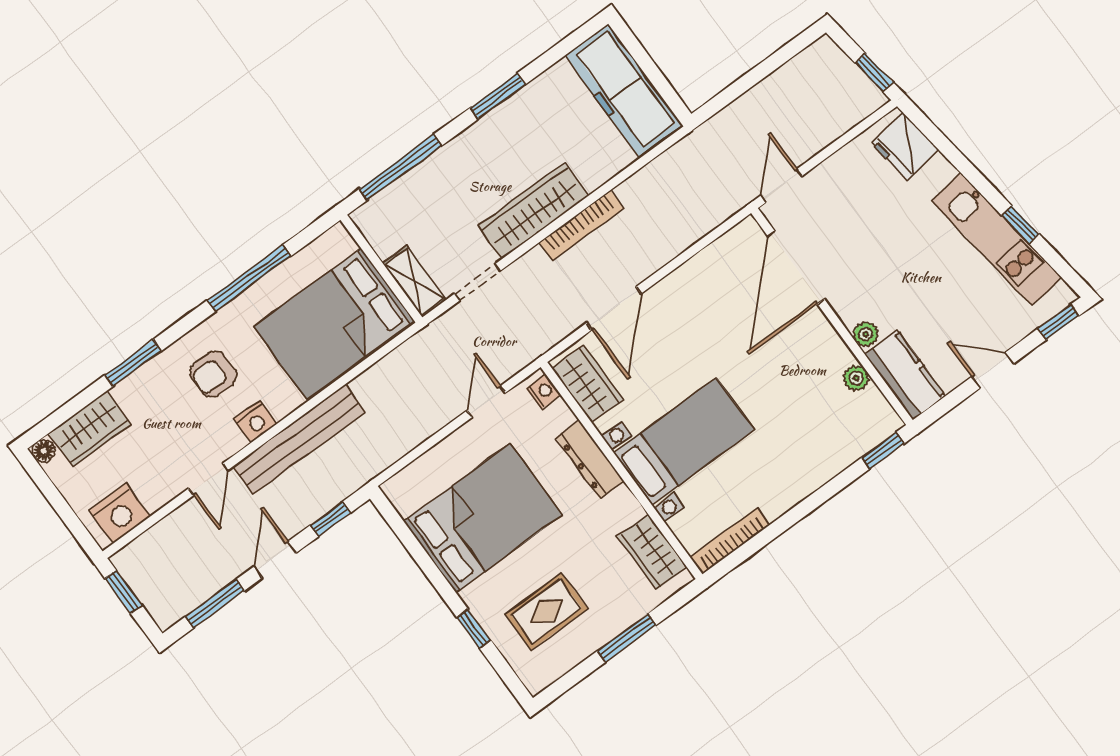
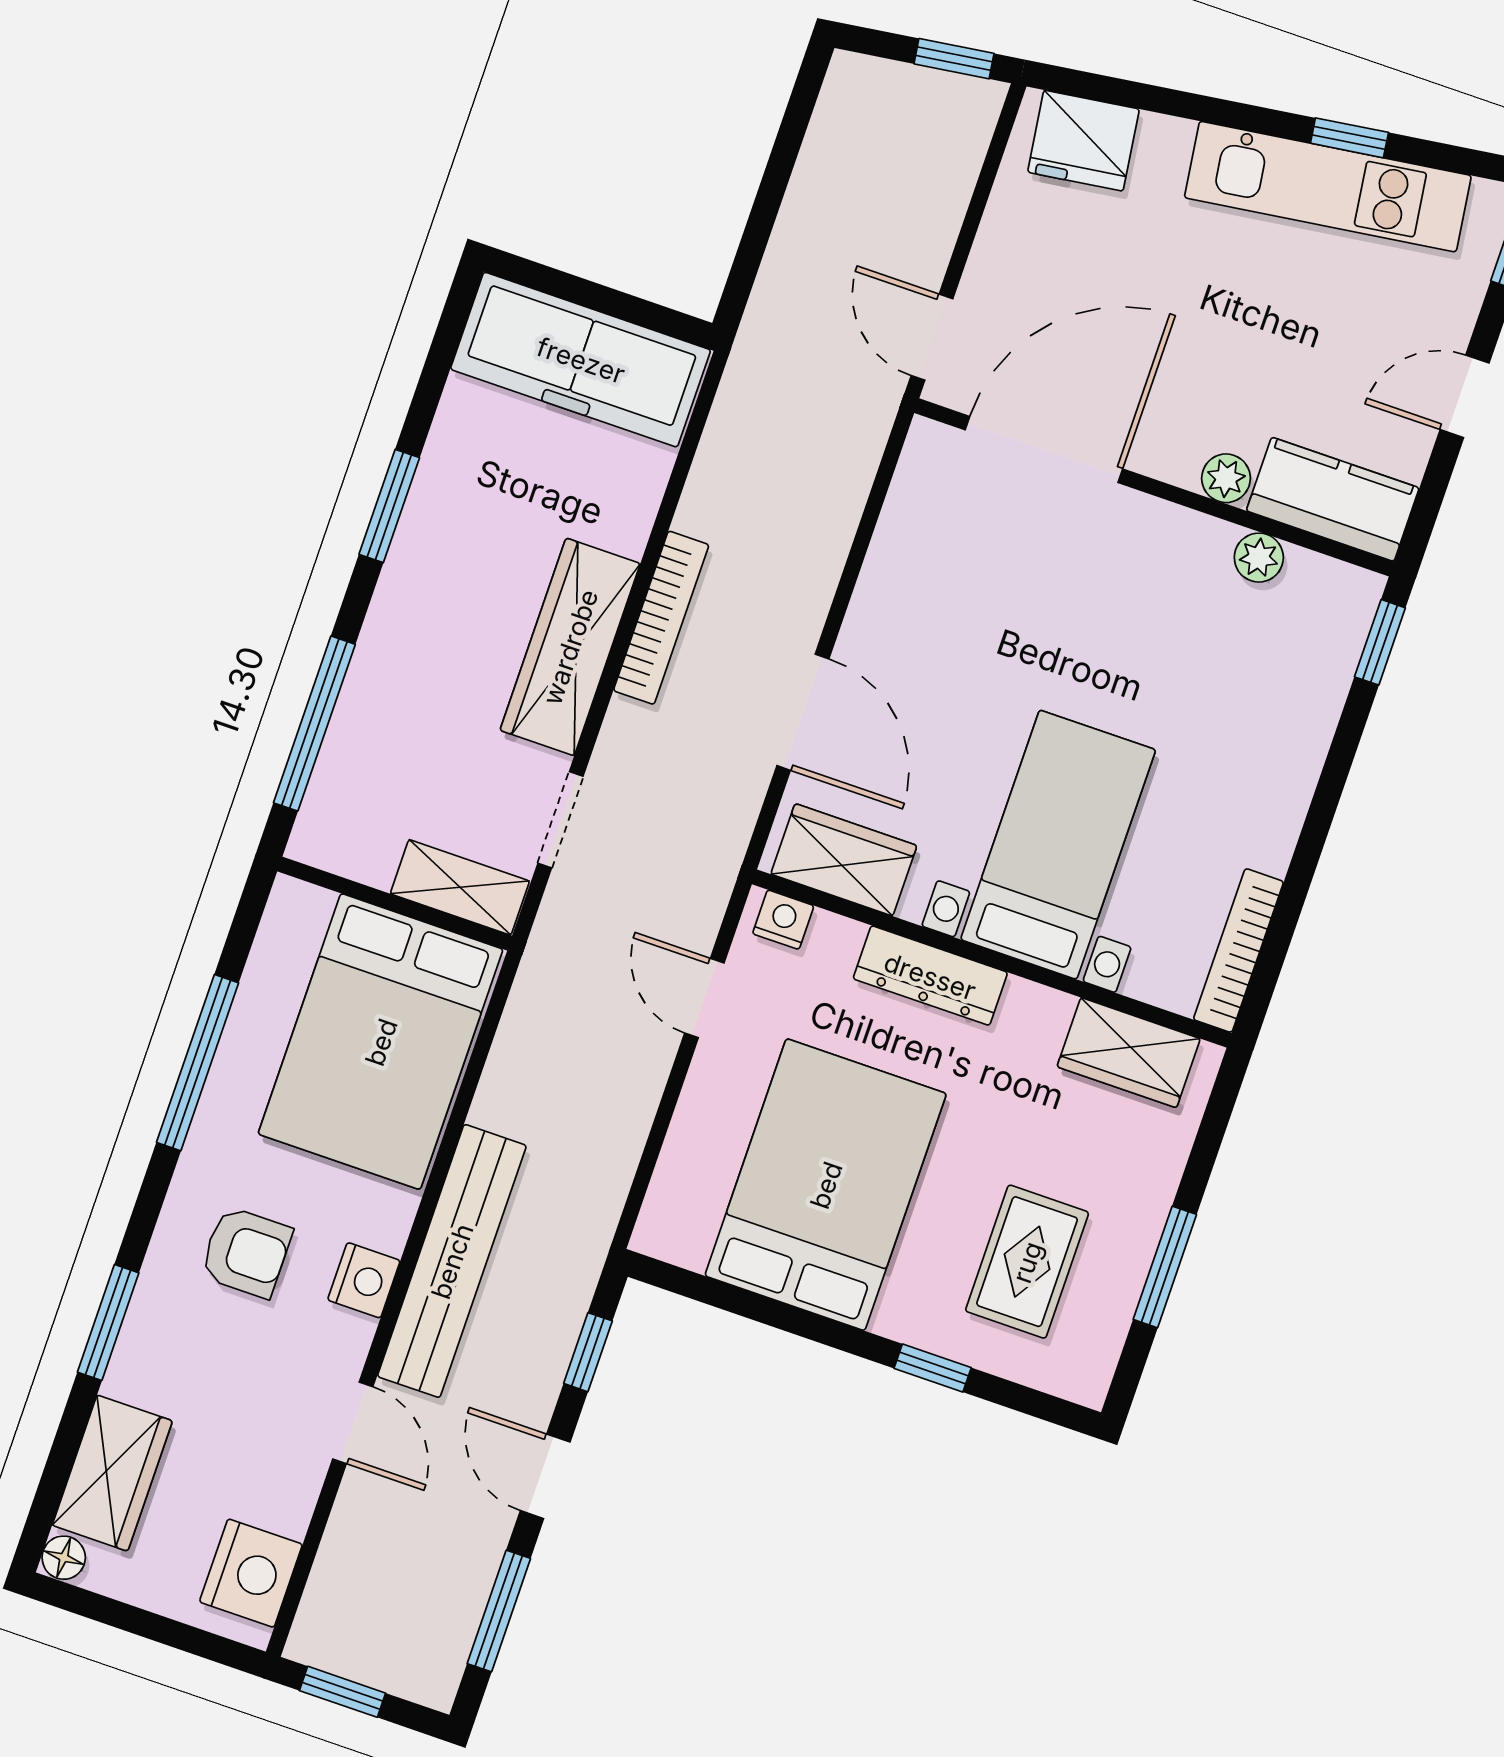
door: (796, 267) -> (1044, 449), swing flipped
armchair: (213, 374) -> (246, 1252), turned -90
window: (627, 638) -> (1165, 1267), moved

